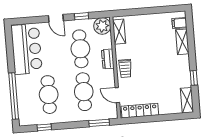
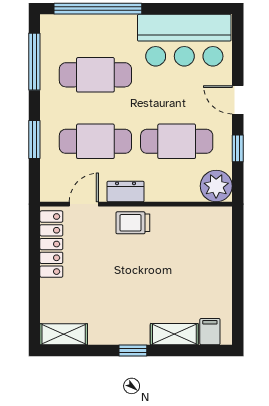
door: (56, 18) -> (238, 100), hinge flipped
shelving: (119, 32) -> (203, 217), removed
dresser: (108, 59) -> (126, 192), moved
window: (194, 78) -> (133, 350), moved
window: (99, 123) -> (34, 140), moved
window: (44, 127) -> (34, 62), width x2.17

